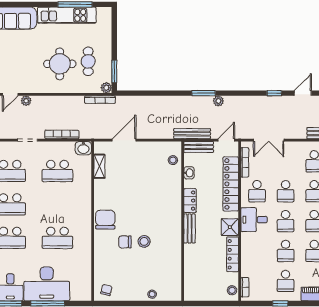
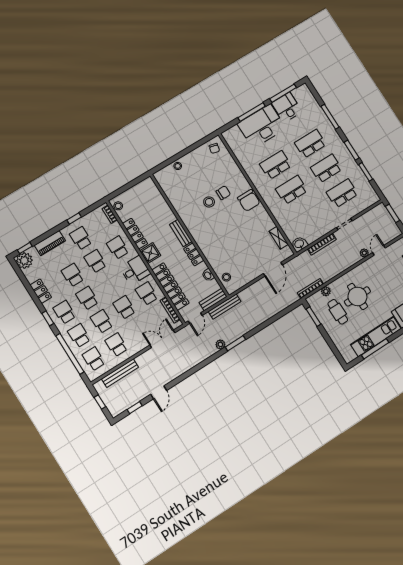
plant: (106, 88) -> (326, 291), moved
window: (274, 93) -> (181, 378), removed
school desk: (57, 171) -> (292, 190), moved
school desk: (286, 221) -> (118, 248), moved

